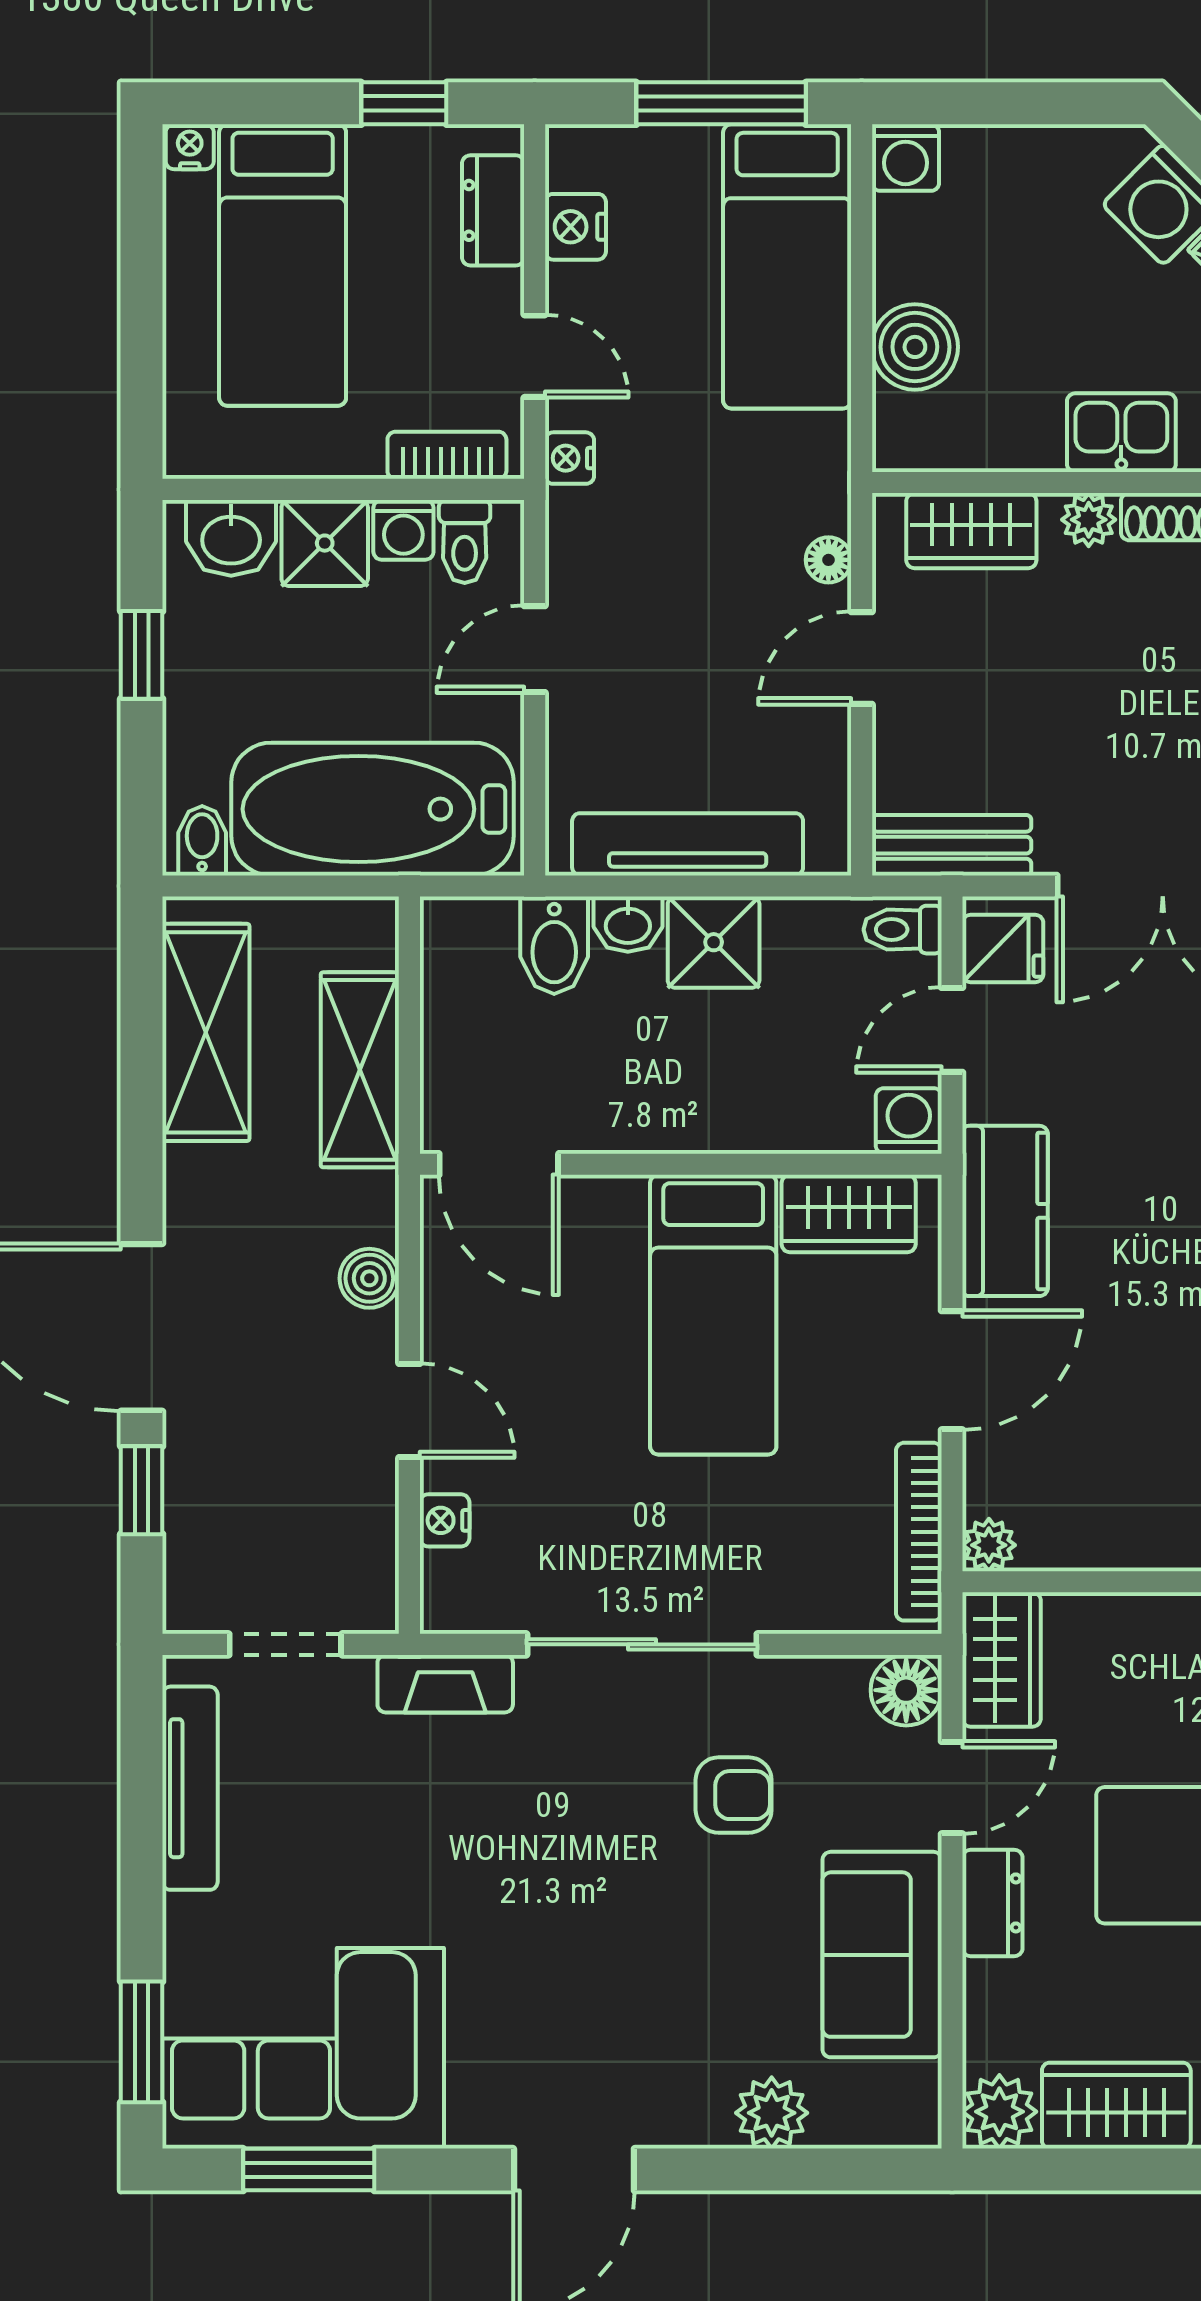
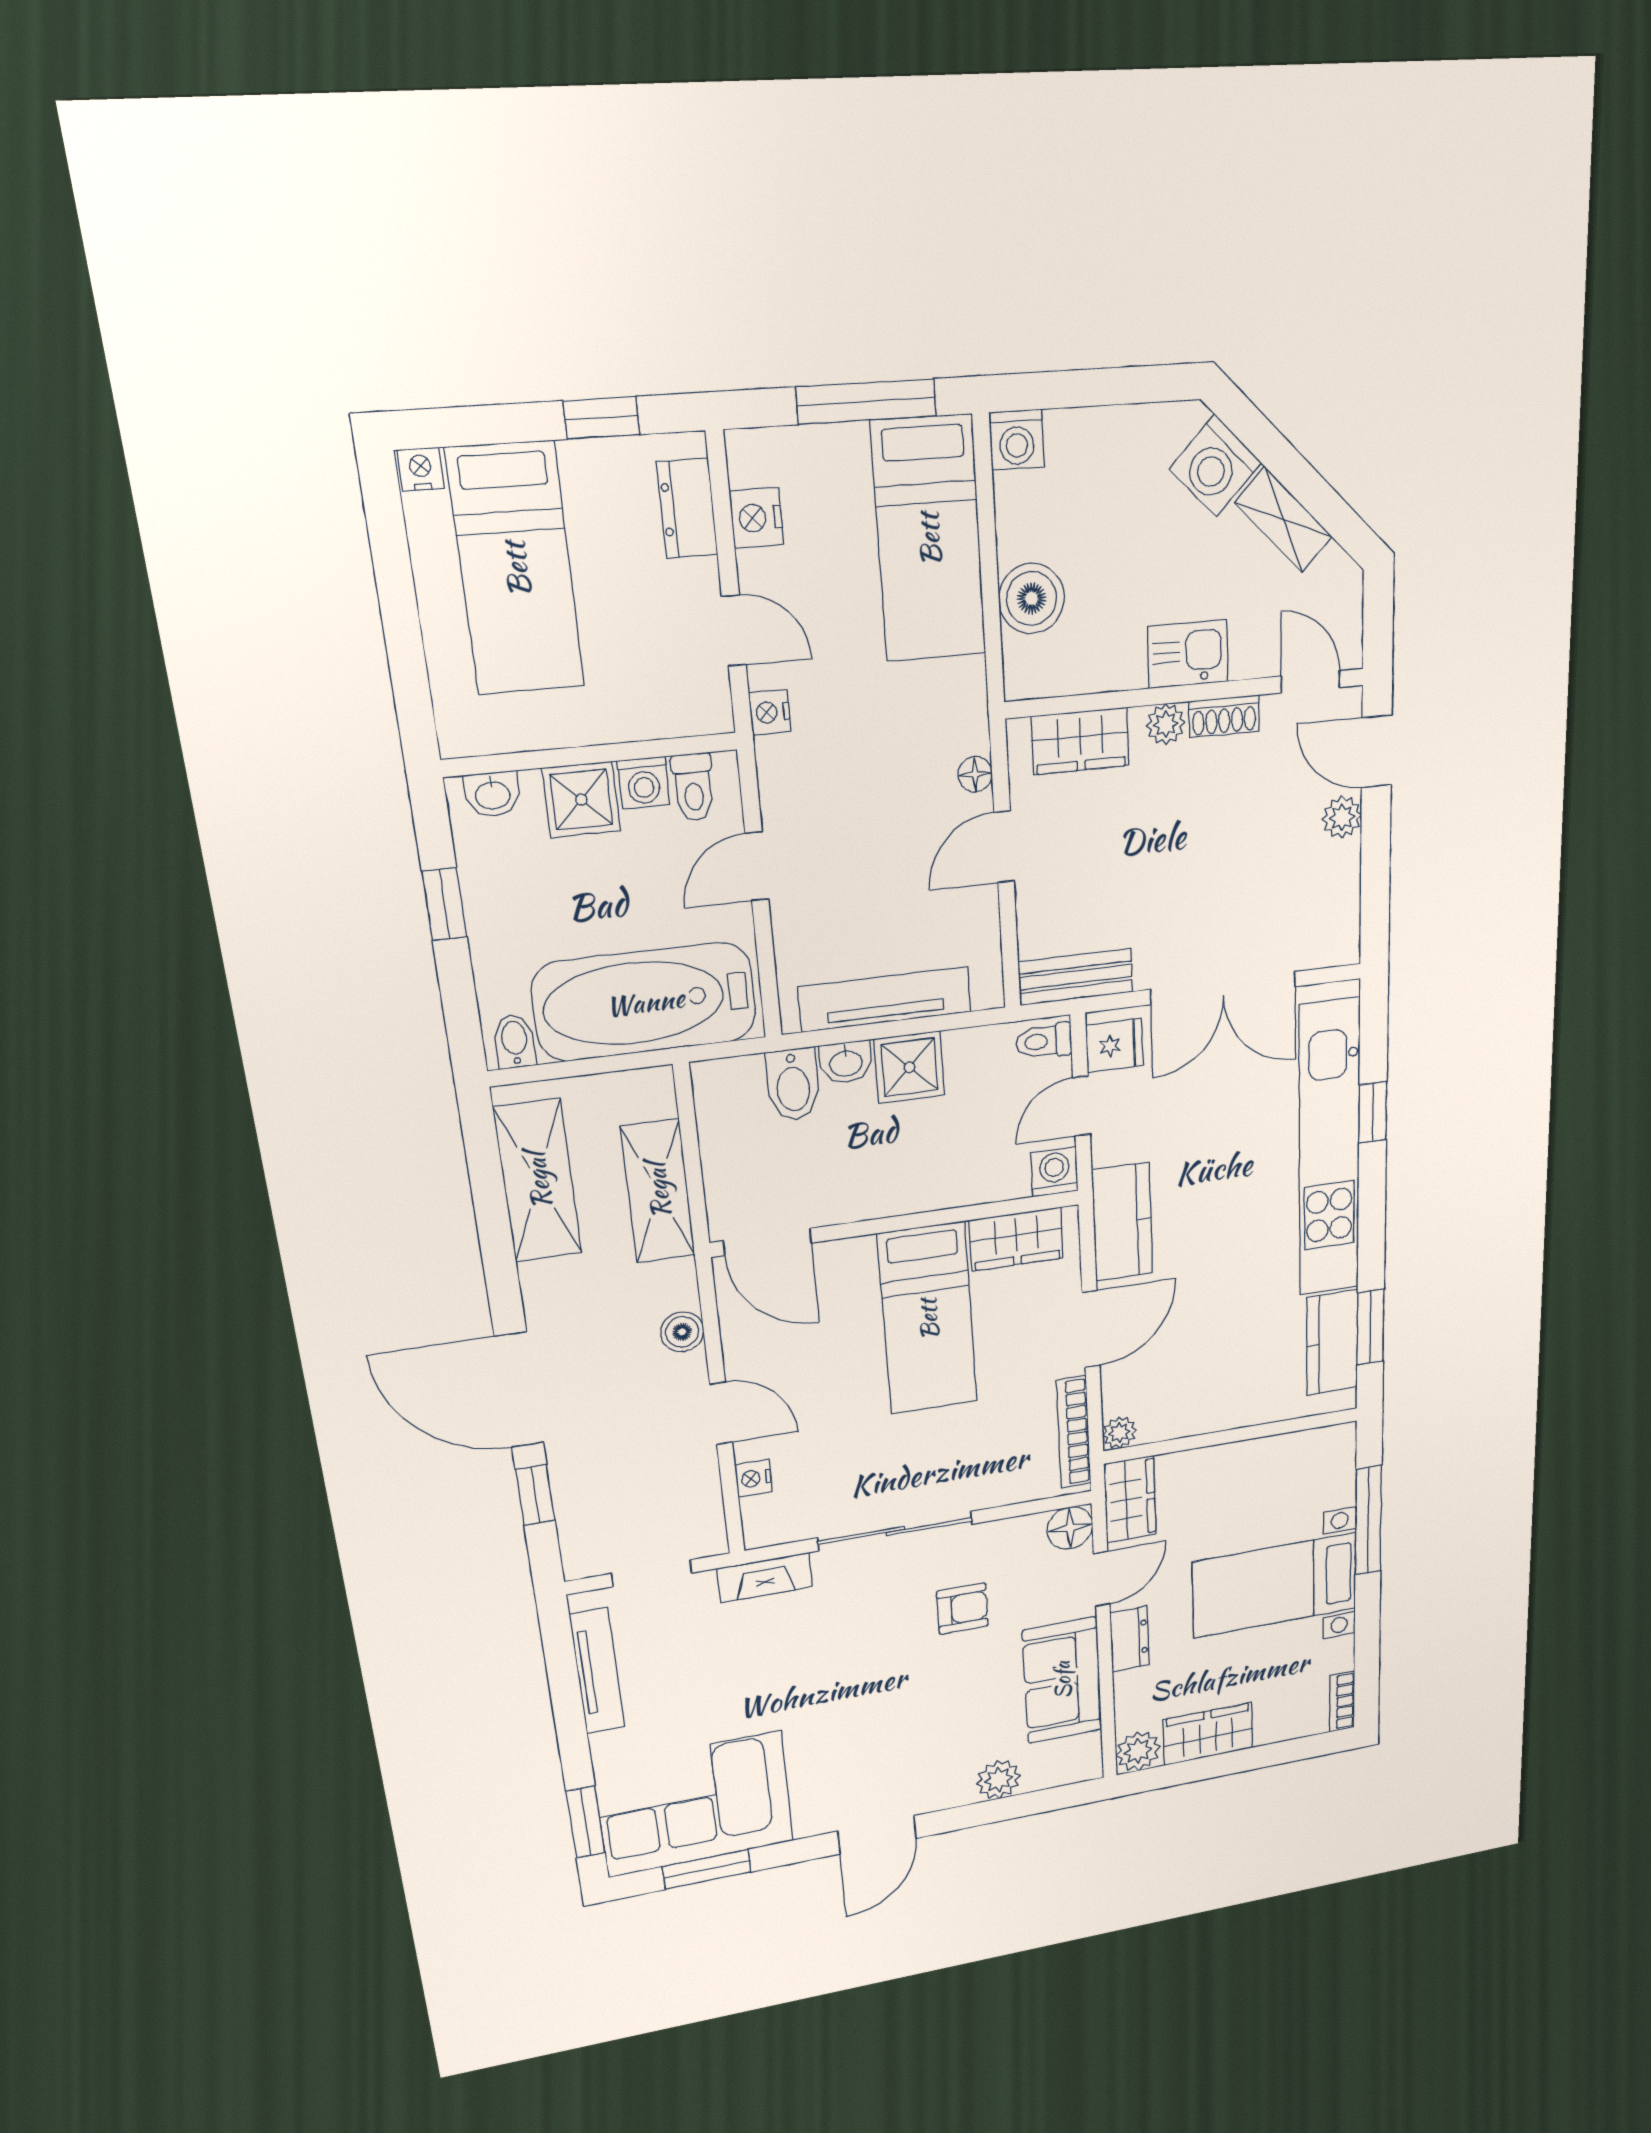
bookcase: (447, 455) -> (672, 719), removed
washbasin: (231, 538) -> (493, 794), width x0.72, depth x0.69

